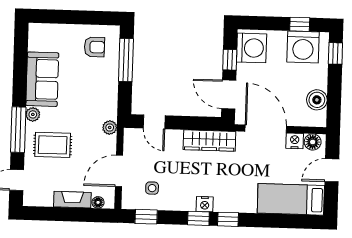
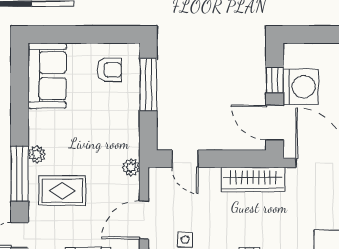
washing machine: (252, 48) -> (301, 87), moved
sofa: (42, 79) -> (47, 76), moved

